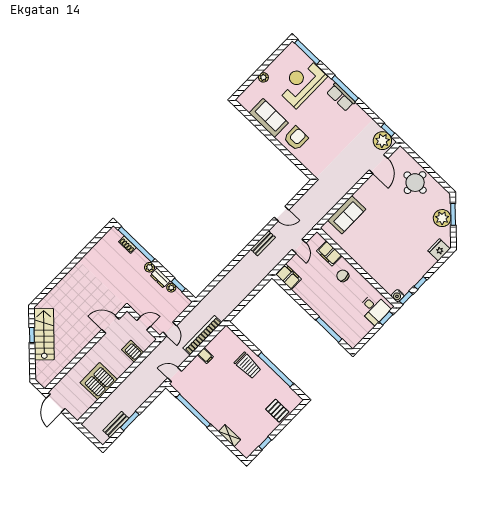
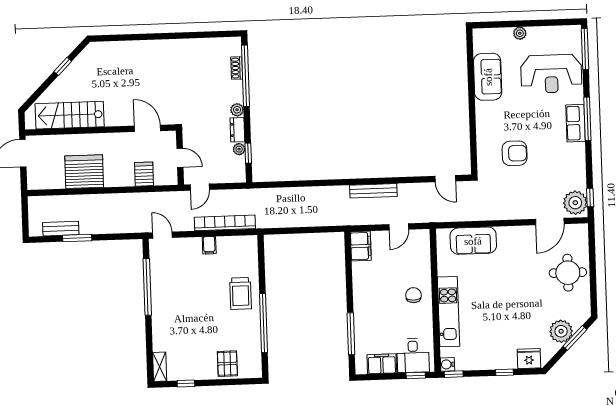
reception desk: (302, 83) -> (551, 74), turned 180
armchair: (296, 138) -> (515, 153), moved
door: (282, 214) -> (445, 179), moved
bench: (263, 243) -> (373, 191), width x1.36
filing cabinet: (329, 253) -> (382, 364), moved, turned 90
kitchen unit: (371, 266) -> (449, 312), added
window: (420, 283) -> (504, 372), moved
stairs: (44, 334) -> (70, 115), moved, turned -135
shelving: (229, 436) -> (160, 367), moved

